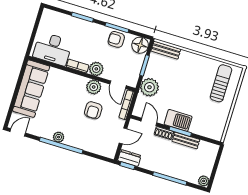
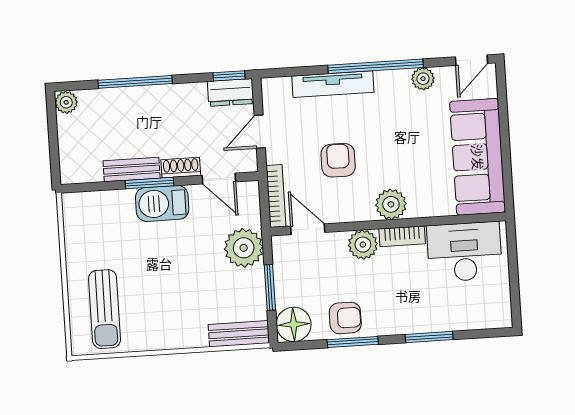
plant: (94, 87) -> (391, 204), moved
plant: (59, 137) -> (423, 79), moved
tv unit: (83, 145) -> (333, 84), added

